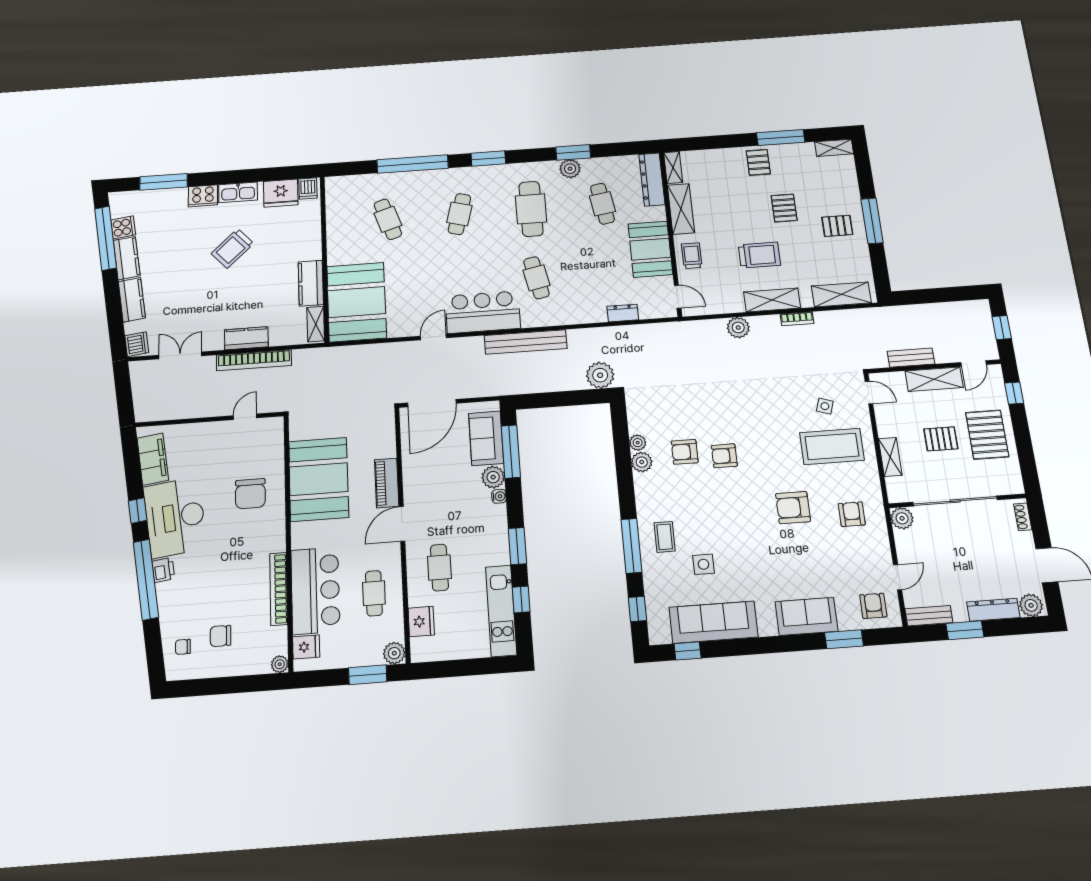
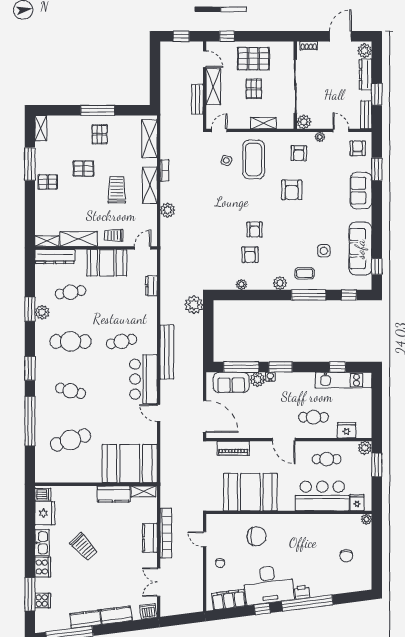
cafe table: (388, 219) -> (70, 440), width x1.37, depth x1.35
cooker: (123, 227) -> (43, 601), moved, turned 97
plant: (642, 462) -> (280, 283), moved
piano: (387, 483) -> (233, 448), moved
armchair: (852, 514) -> (299, 153), turned -89
plant: (882, 545) -> (320, 137), added
window: (517, 546) -> (280, 367), moved
bookcase: (279, 589) -> (319, 519), removed
armchair: (873, 606) -> (358, 148), turned 90
chair: (183, 647) -> (220, 563), moved

